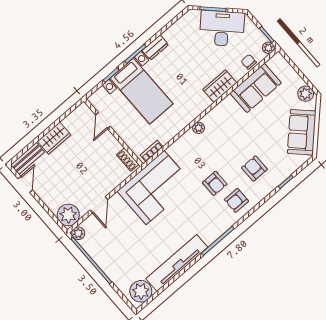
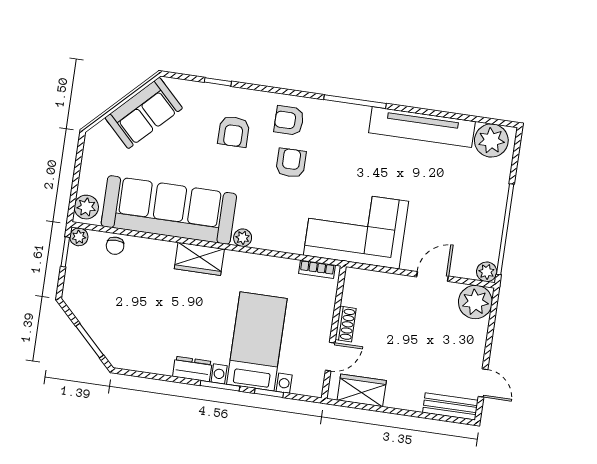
desk: (222, 28) -> (103, 311), removed
wardrobe: (220, 86) -> (199, 259), moved
sofa: (256, 88) -> (169, 210), width x1.85, depth x1.27
plant: (306, 94) -> (86, 207), moved
wardrobe: (54, 138) -> (362, 390), moved
shoe rack: (128, 160) -> (346, 324), moved
door: (25, 184) -> (483, 383), swing flipped
armchair: (236, 200) -> (289, 120), turned 180

